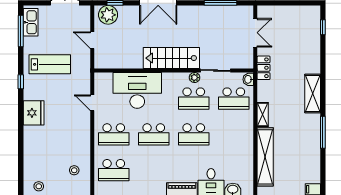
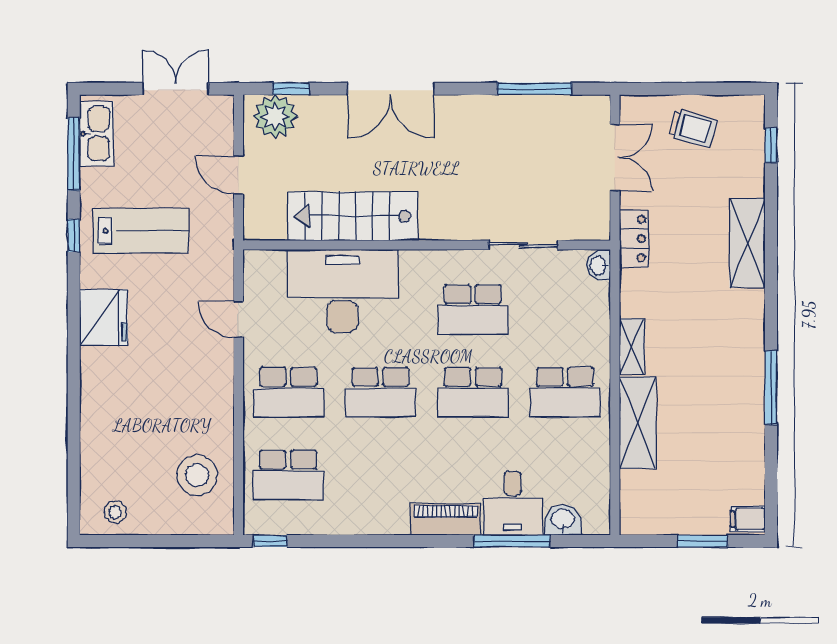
trolley: (289, 20) -> (692, 128), added
stairs: (171, 58) -> (353, 216), moved
plant: (195, 78) -> (475, 261), removed
window: (21, 82) -> (74, 236), moved
shelving: (313, 94) -> (747, 243), moved
school desk: (234, 99) -> (565, 392), moved
fridge: (34, 113) -> (103, 318), moved
shelving: (265, 157) -> (638, 423), width x0.68
stool: (74, 170) -> (197, 475), width x1.89, depth x1.89

